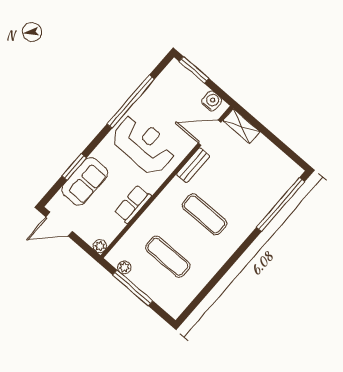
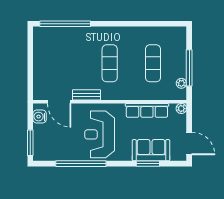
shelving: (241, 126) -> (39, 86), removed
row of seats: (133, 204) -> (147, 110), width x1.48

